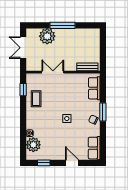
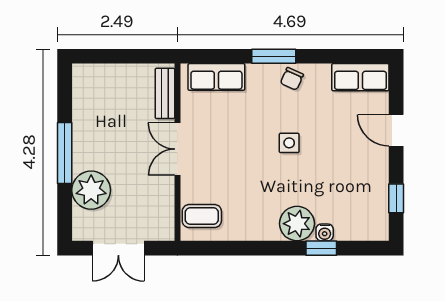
double door: (53, 72) -> (177, 149), moved
window: (23, 90) -> (321, 248), moved
coffee table: (36, 99) -> (202, 216), moved
plant: (33, 145) -> (297, 224), moved
door: (72, 163) -> (396, 130), hinge flipped

